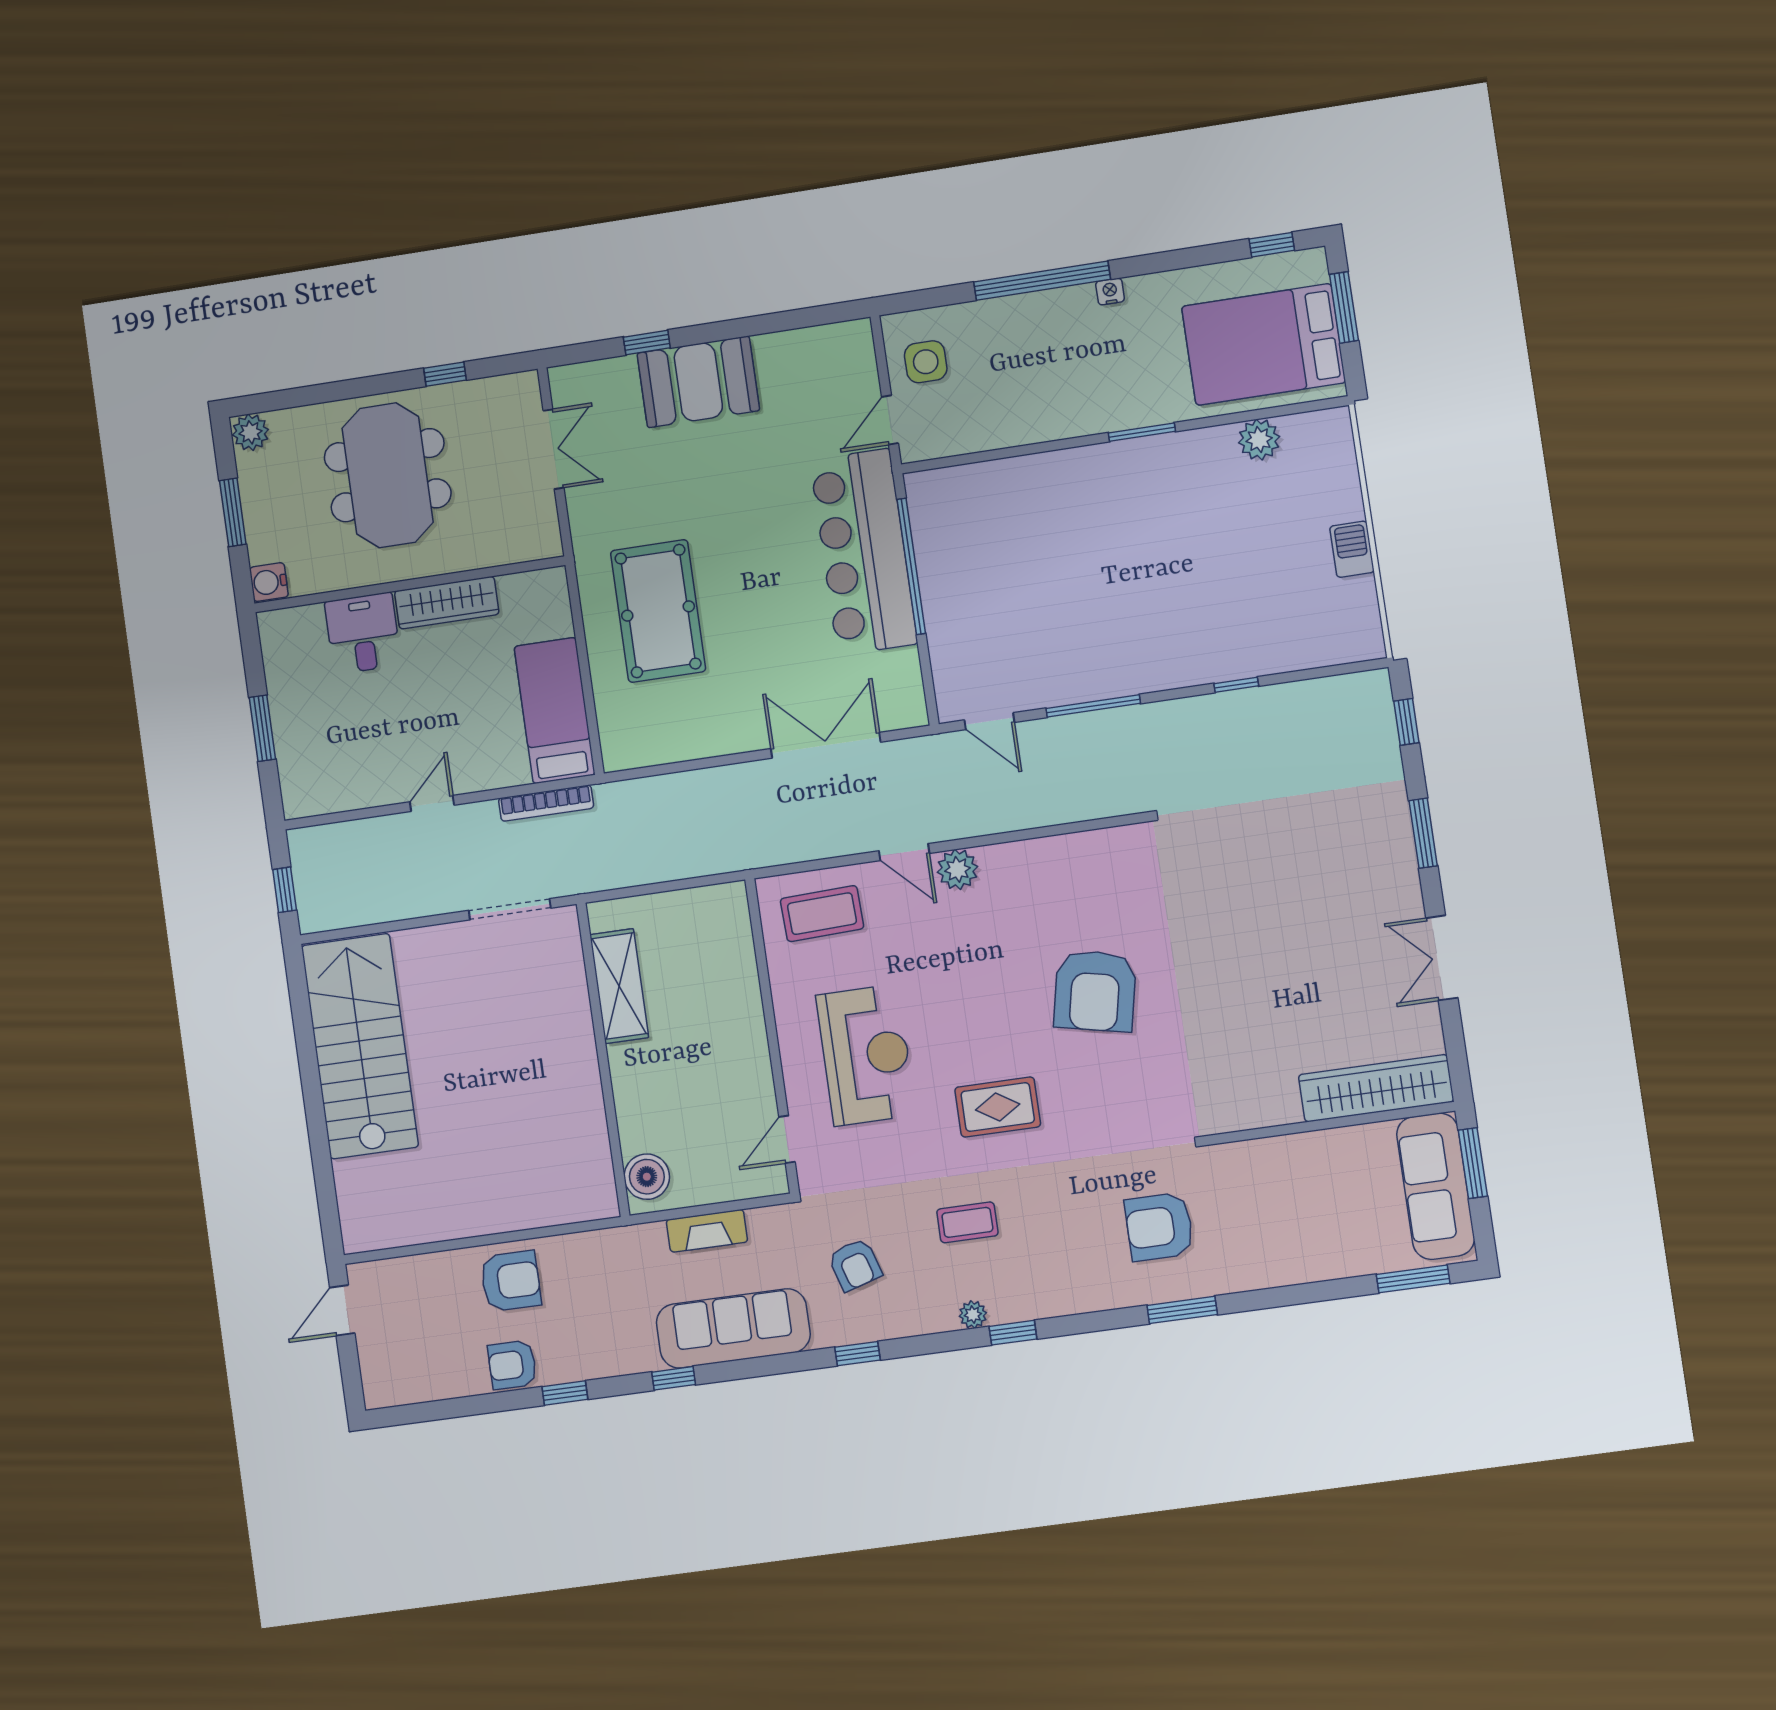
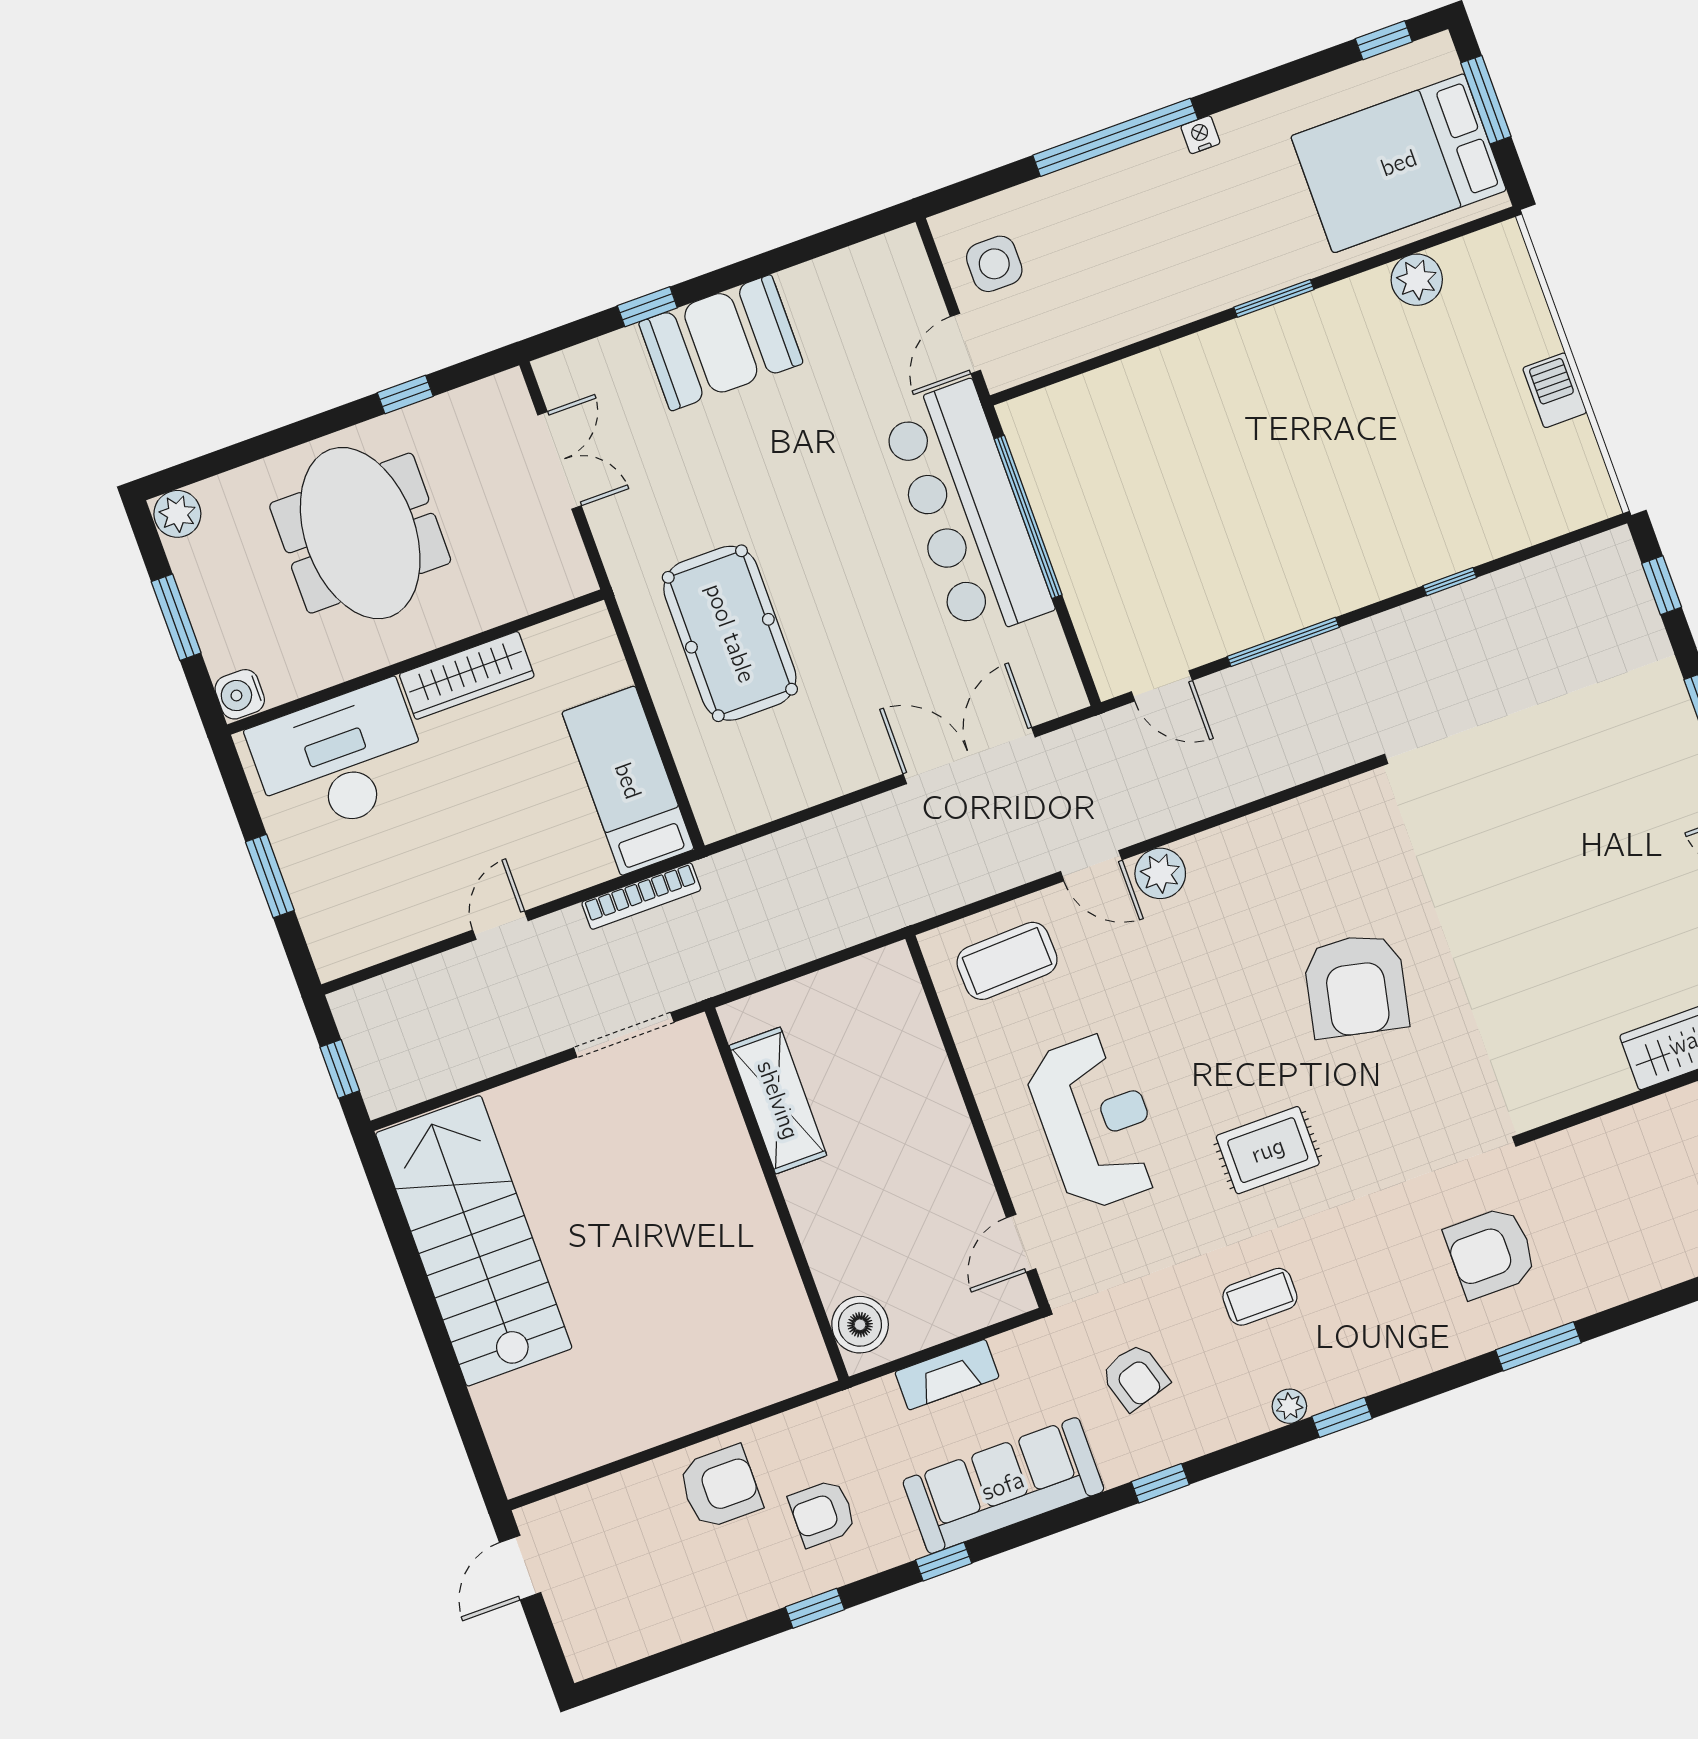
desk: (363, 633) -> (340, 760), width x1.87, depth x1.30
armchair: (512, 1365) -> (822, 1513), moved

